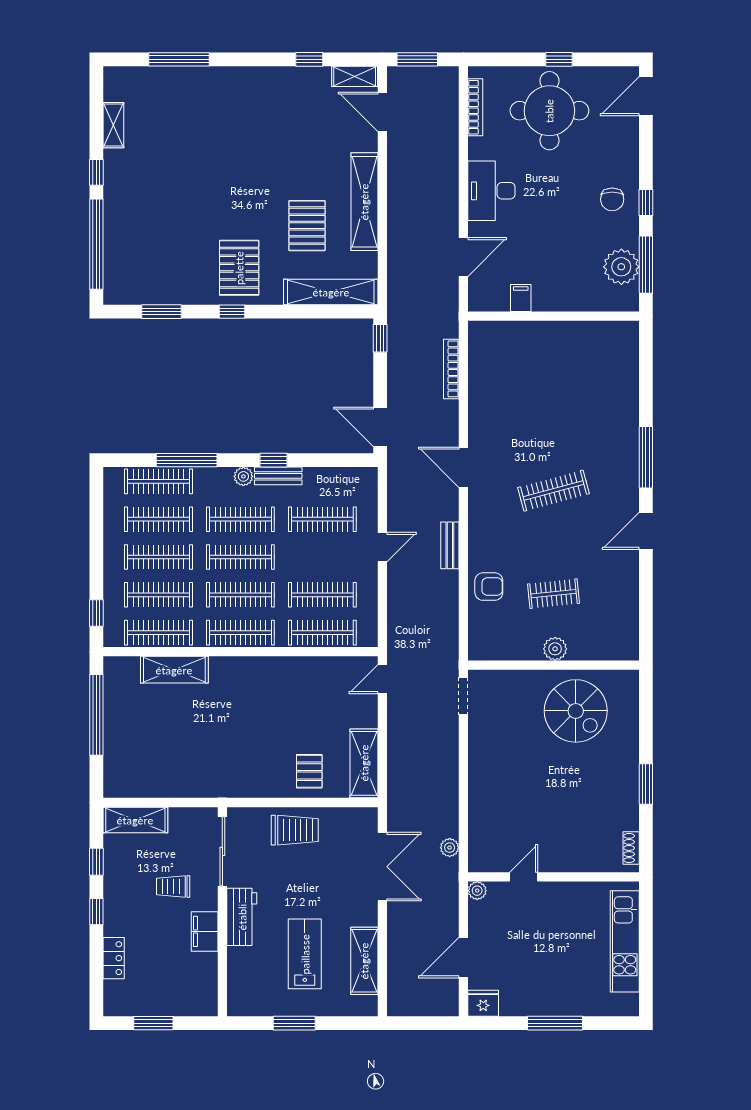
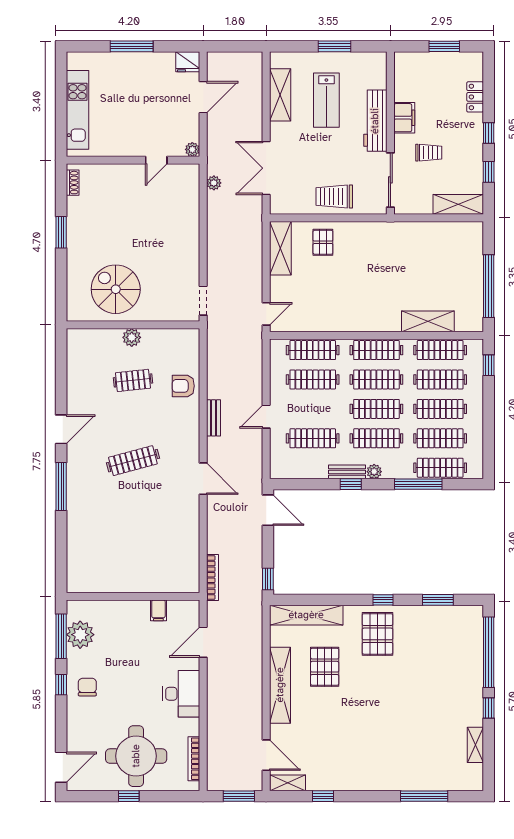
bookcase: (451, 369) -> (212, 578), moved
workbench: (242, 917) -> (375, 121), width x1.38

